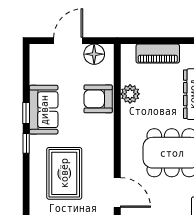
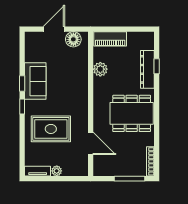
piano: (158, 54) -> (110, 39), moved
armchair: (98, 99) -> (76, 73), removed
rug: (64, 173) -> (51, 129), turned 90

